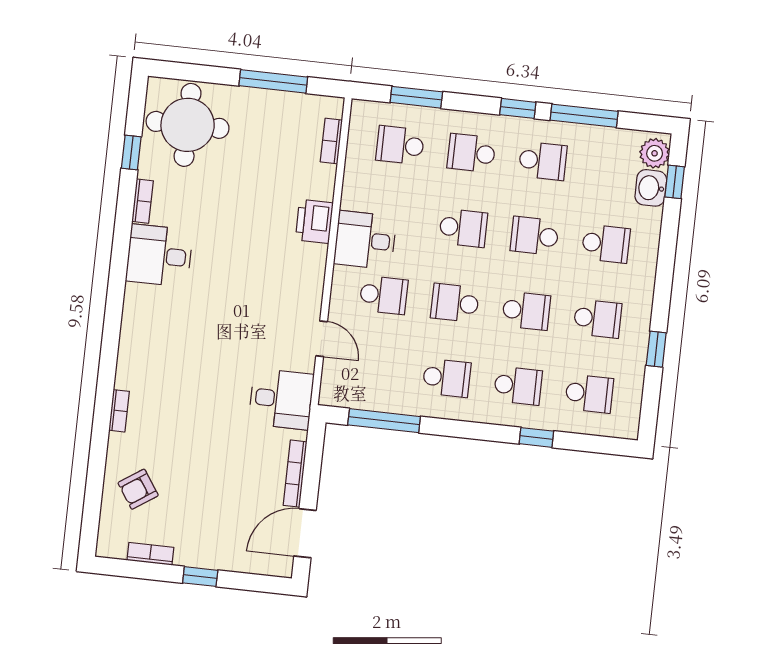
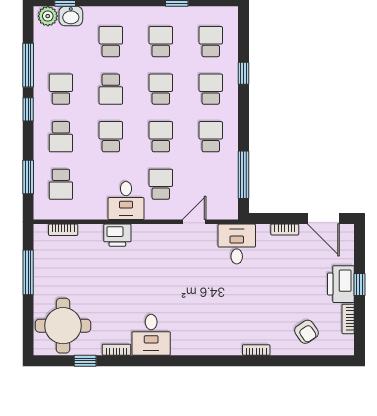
school desk: (455, 303) -> (161, 137), turned 180
bookcase: (295, 474) -> (285, 230), width x0.64
printer: (204, 549) -> (341, 284), added

